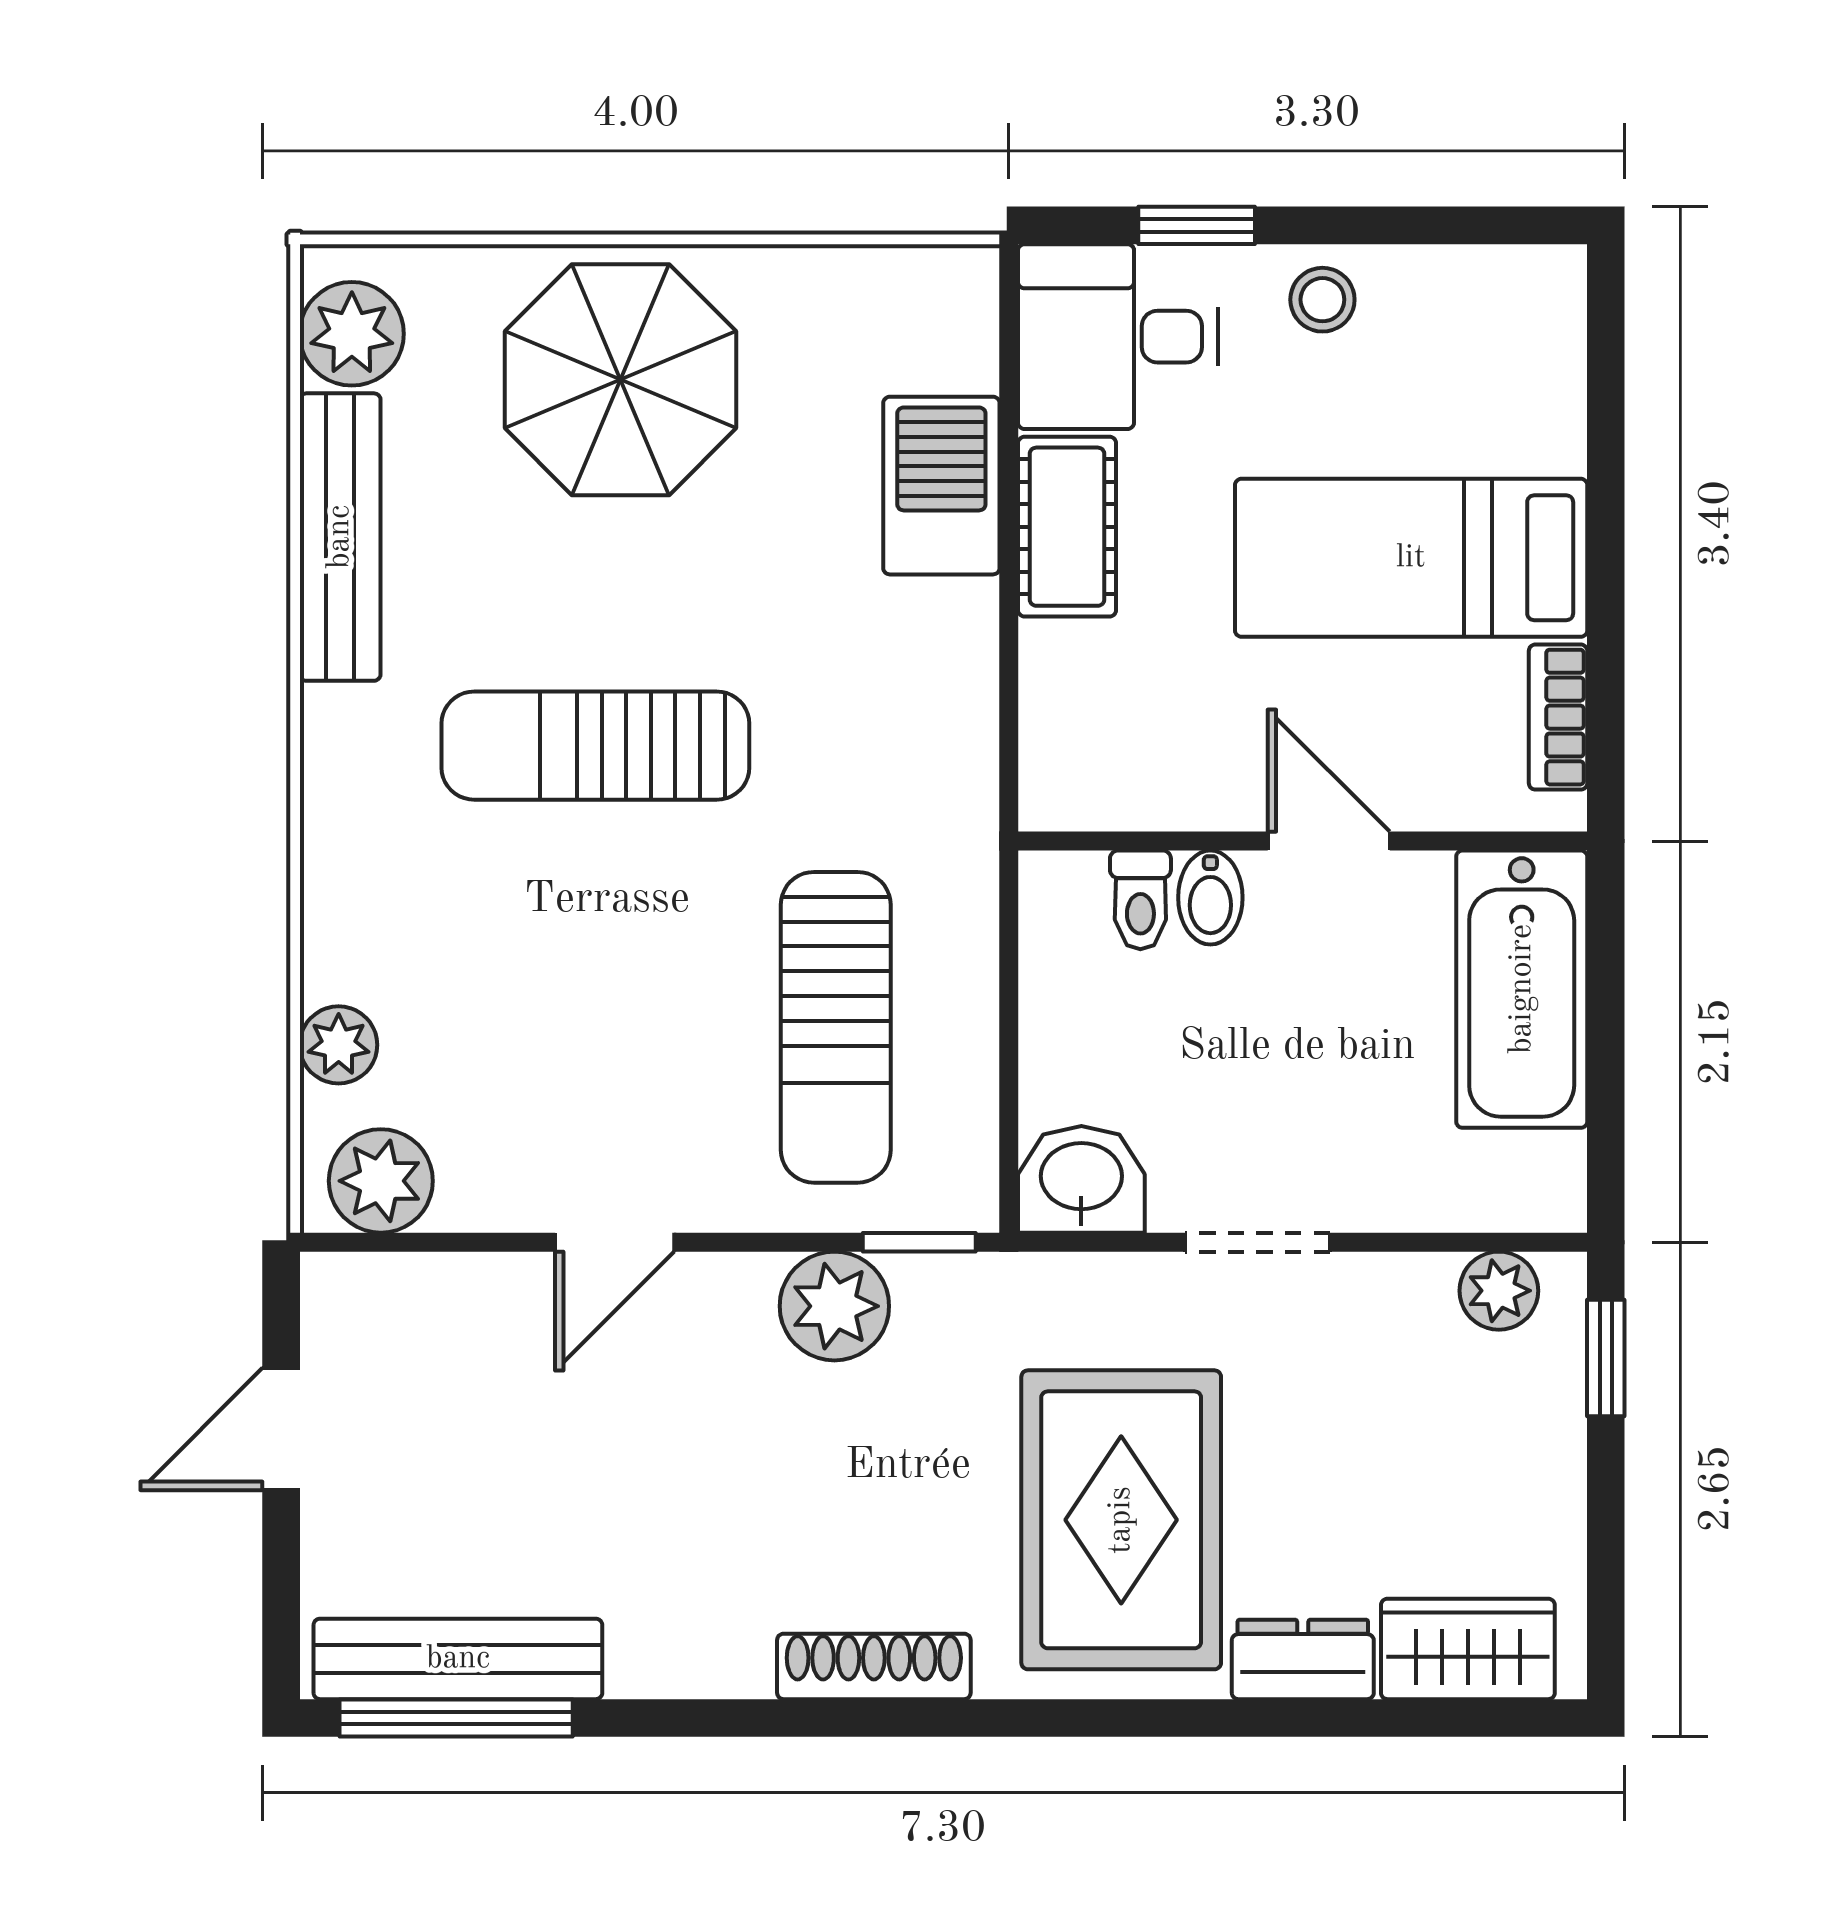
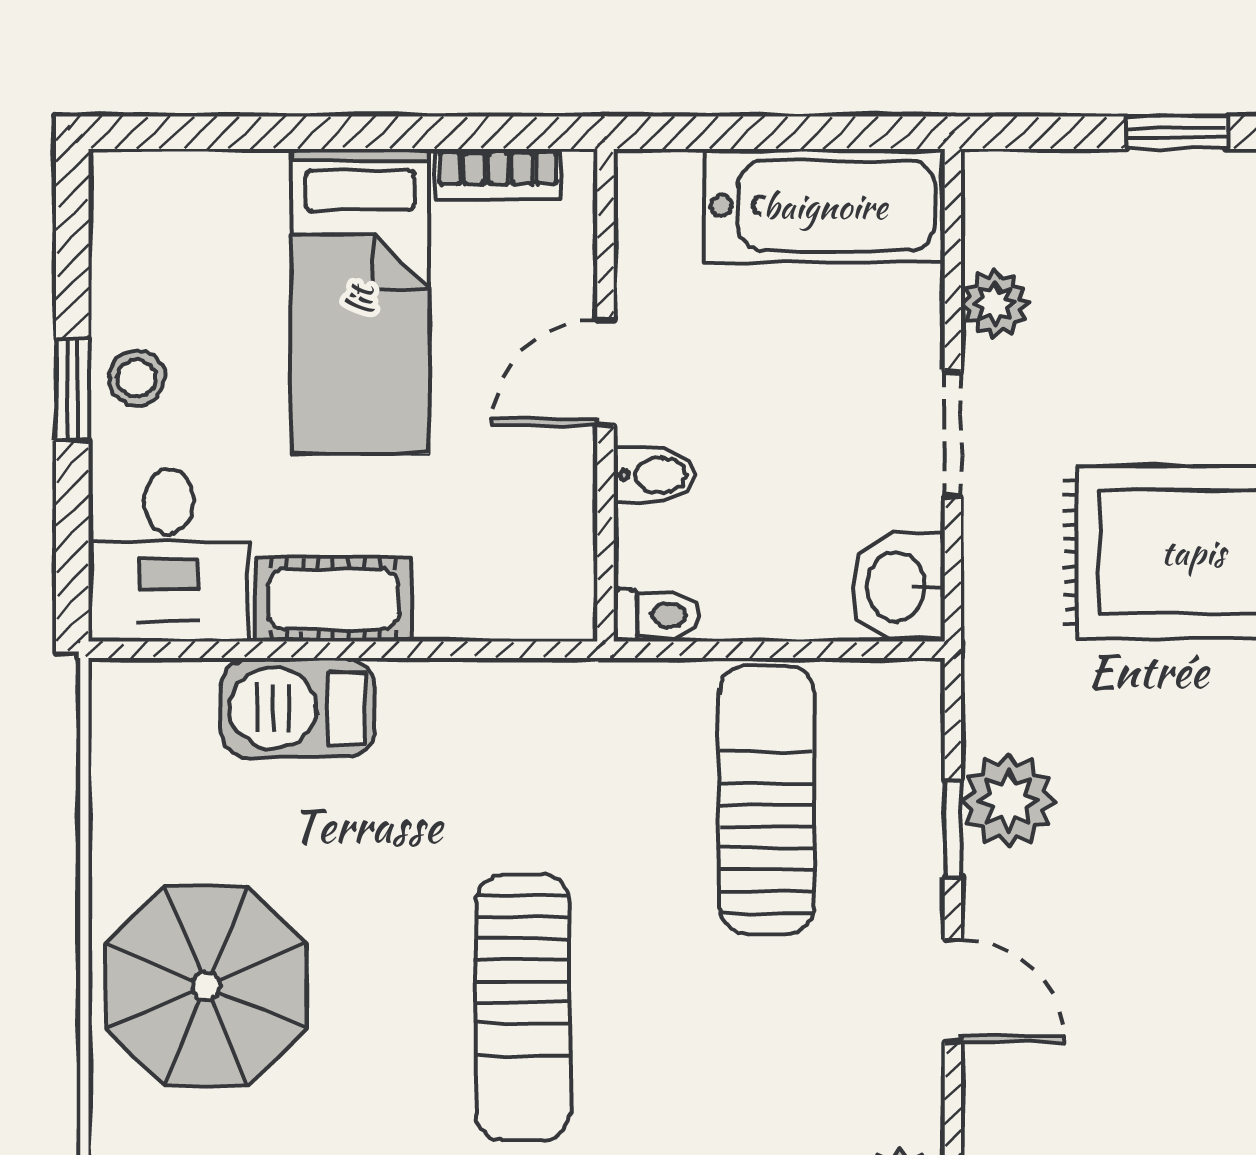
window: (1197, 225) -> (72, 390), moved
toilet: (1140, 900) -> (656, 615), moved
bathtub: (1522, 989) -> (825, 206), moved
sun lounger: (836, 1027) -> (767, 800), turned -90
window: (919, 1242) -> (953, 829), moved
plant: (1499, 1291) -> (995, 304), moved
window: (1606, 1358) -> (1177, 133), moved

